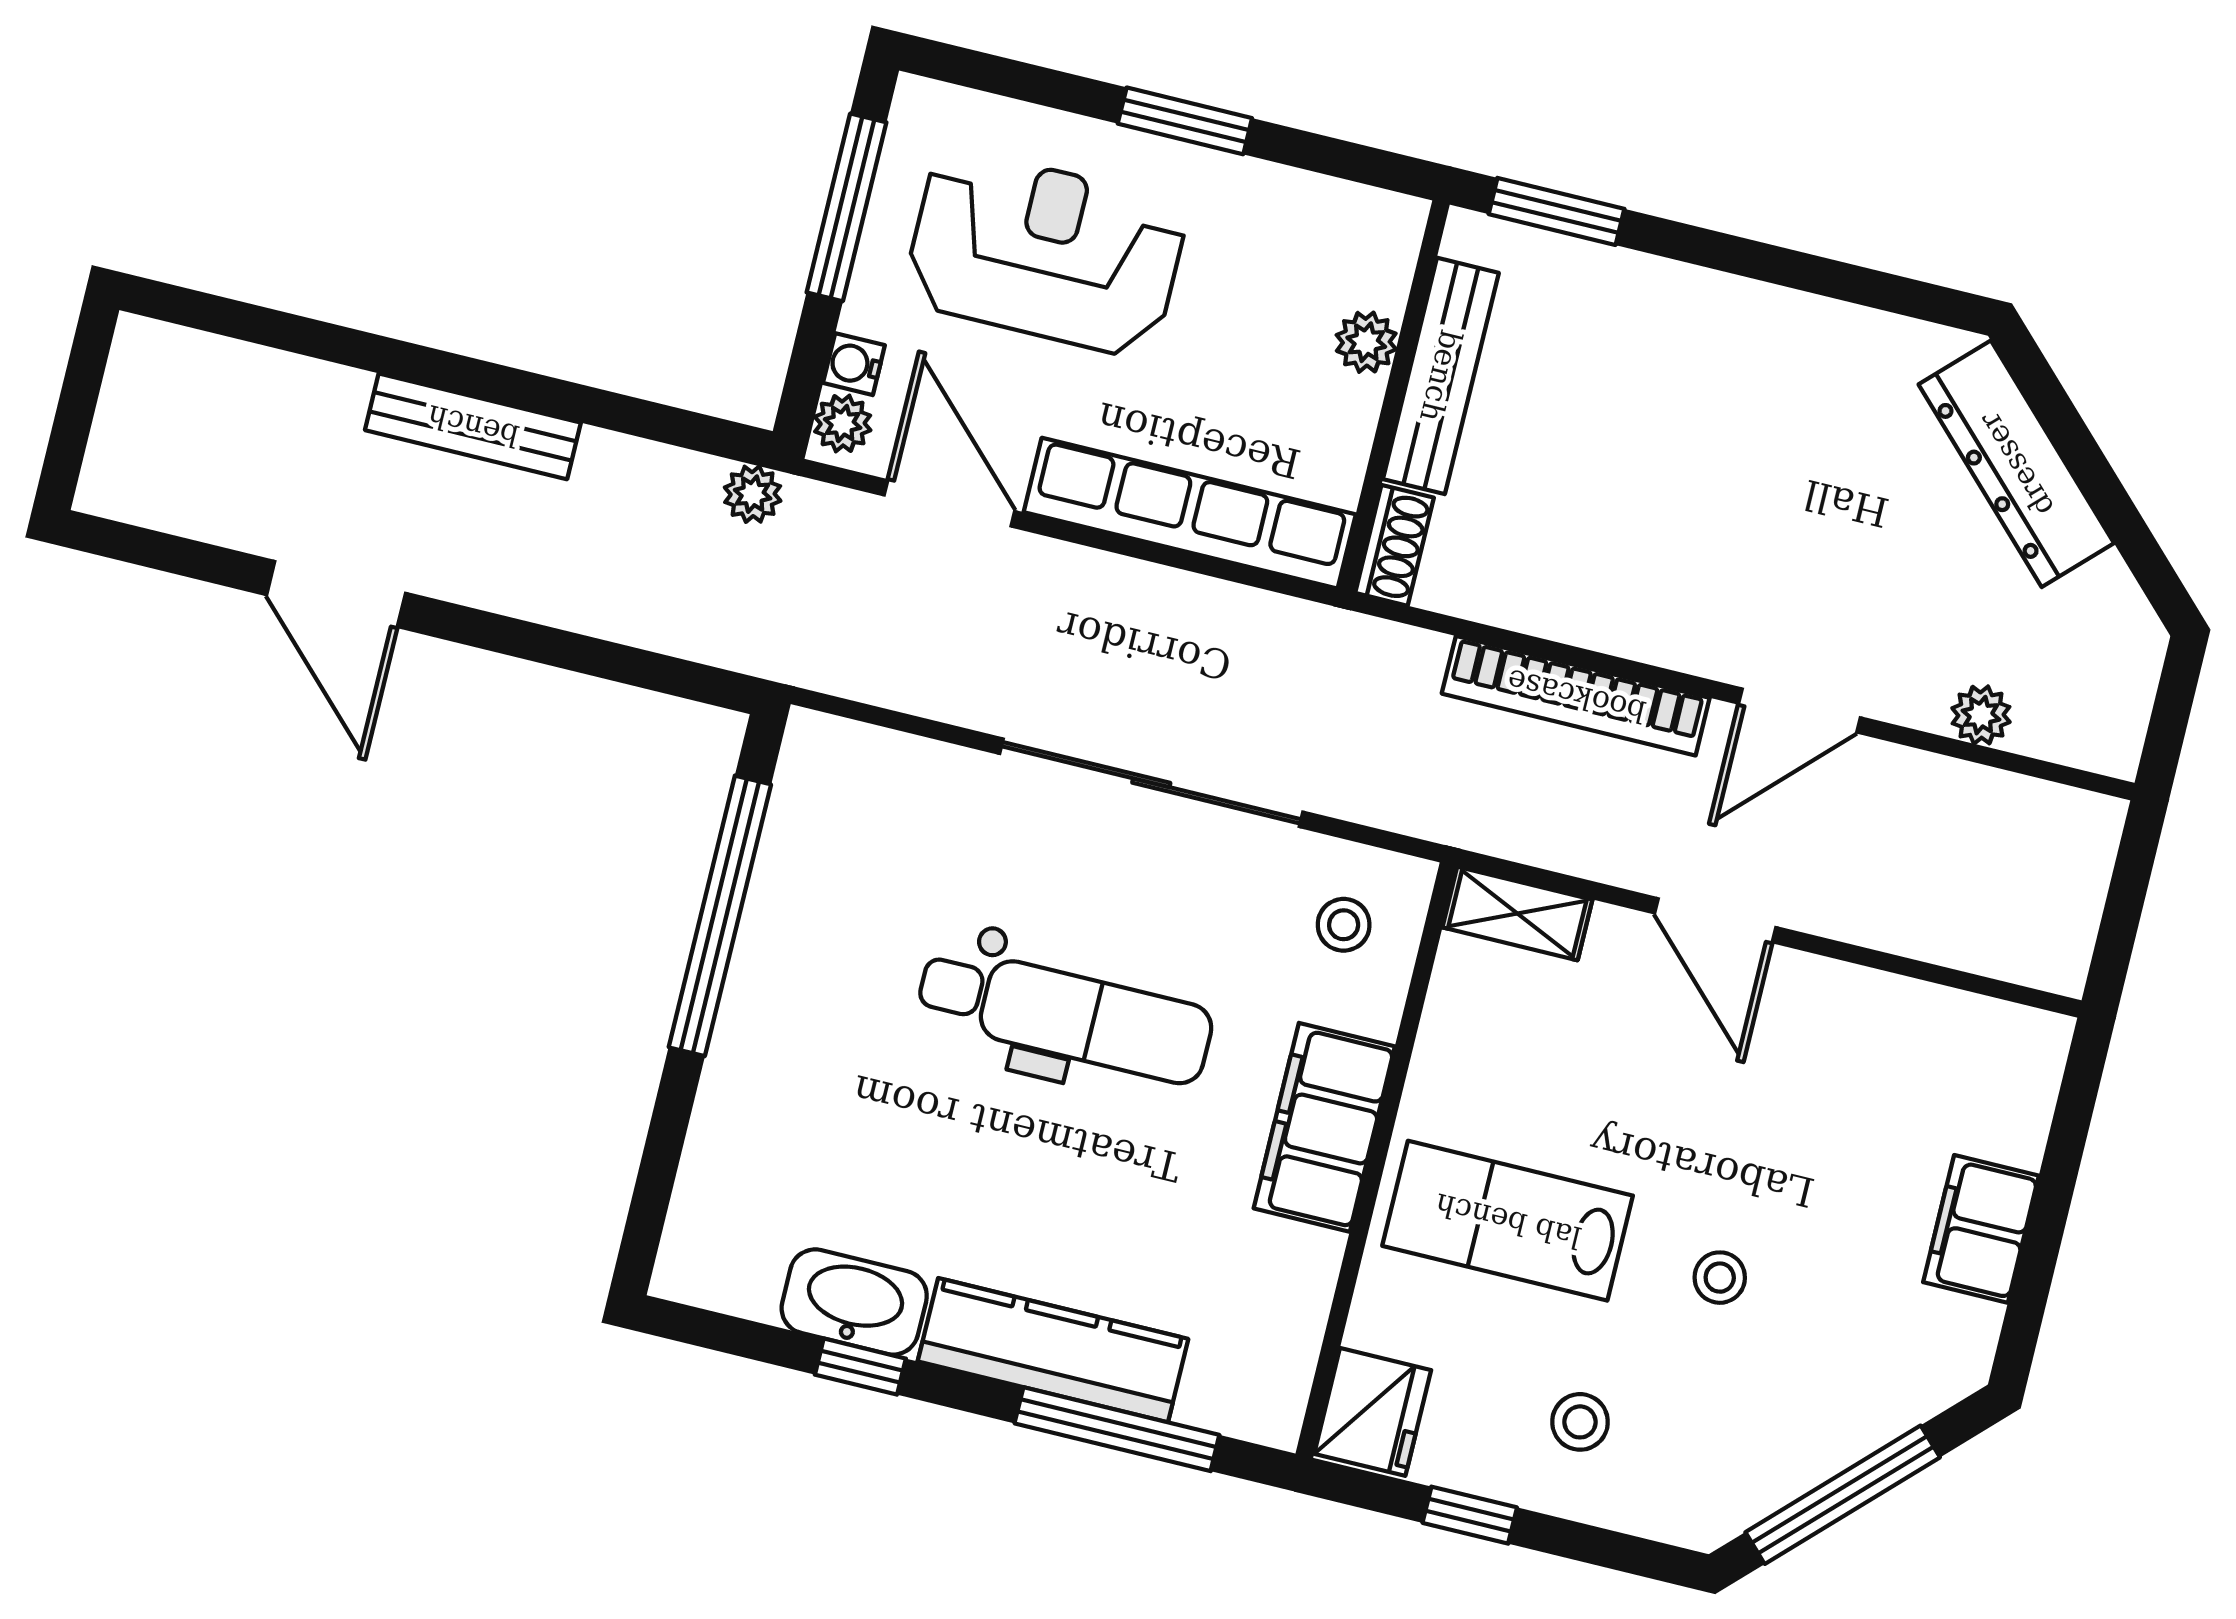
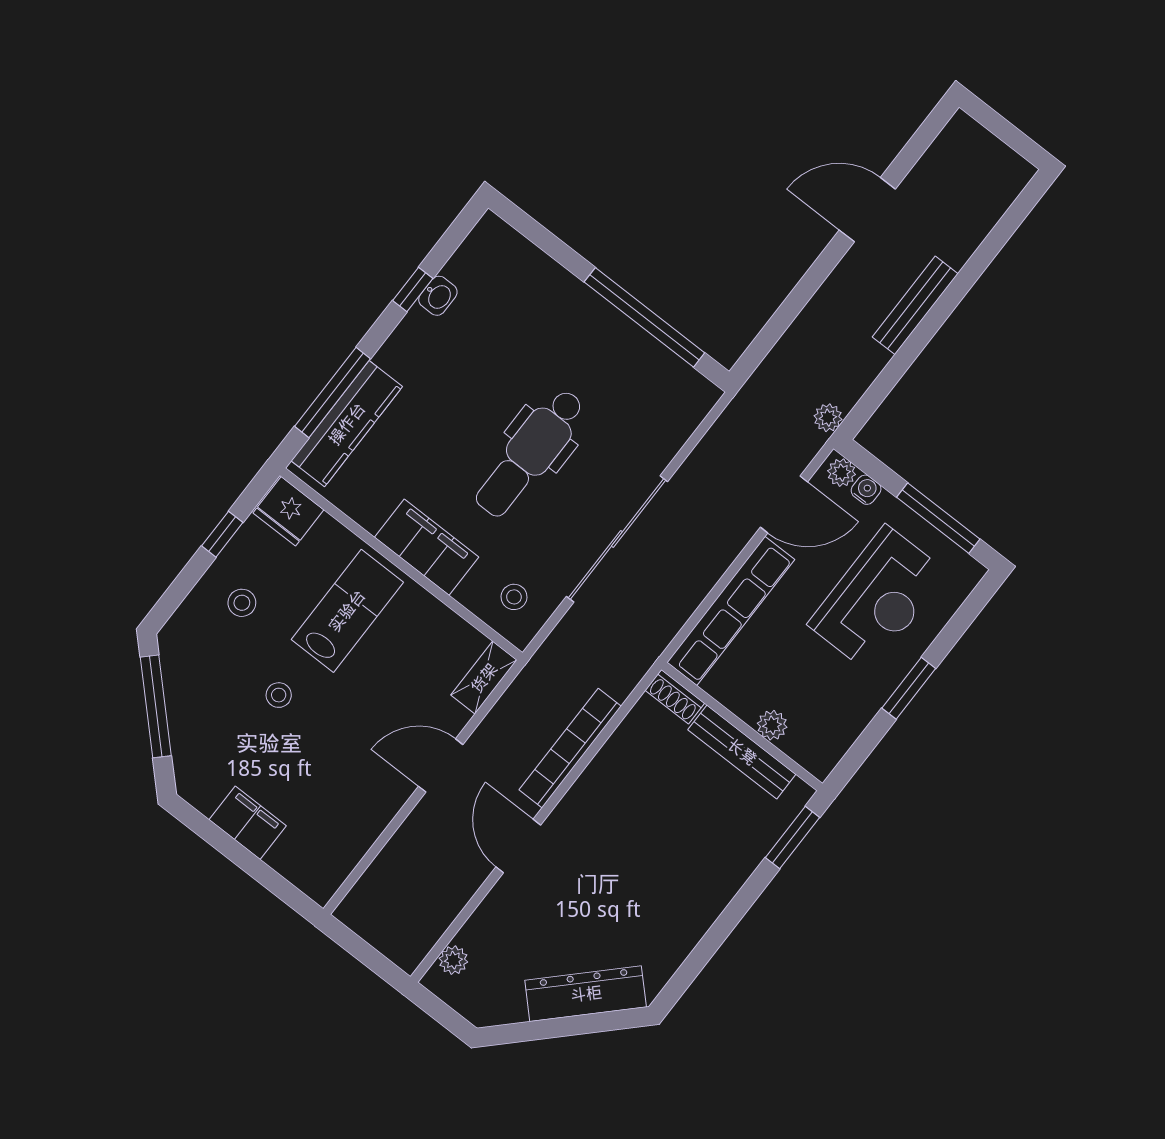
plant: (1981, 715) -> (453, 960), moved
washbasin: (854, 1302) -> (438, 296), width x0.52, depth x0.69
kitchen counter: (1053, 1350) -> (347, 424), moved

